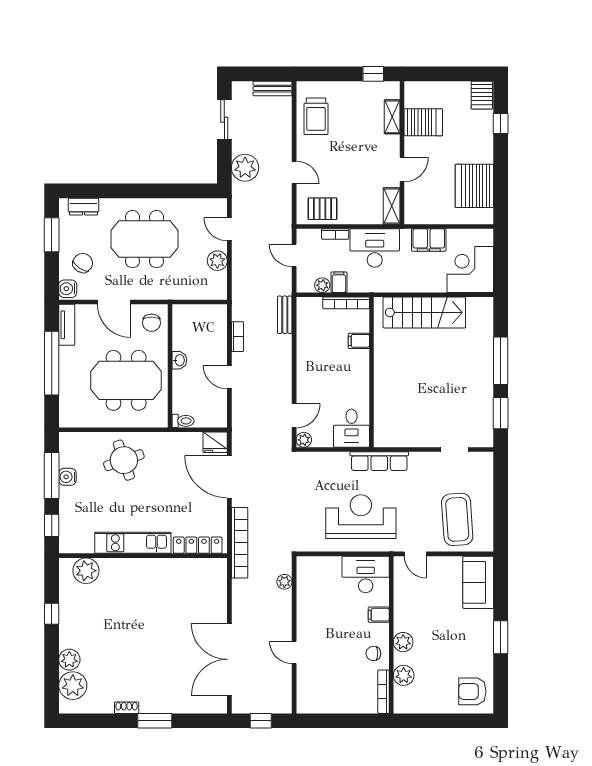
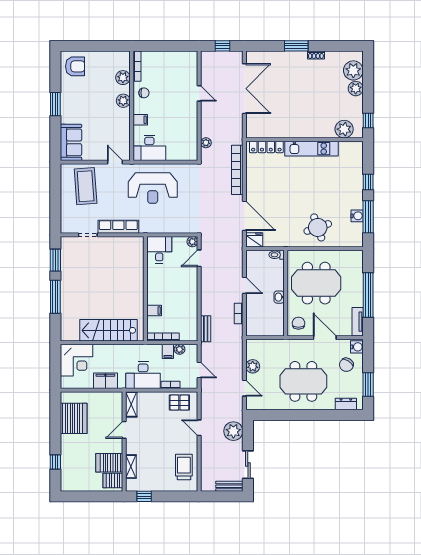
bench: (273, 89) -> (229, 486), moved
server rack: (482, 95) -> (113, 481), moved, turned -90
row of seats: (379, 461) -> (118, 227), moved
kitchen unit: (133, 543) -> (311, 149), moved
locker: (198, 545) -> (266, 147), moved
wall: (143, 556) -> (304, 140), moved
plant: (86, 571) -> (344, 129), moved

